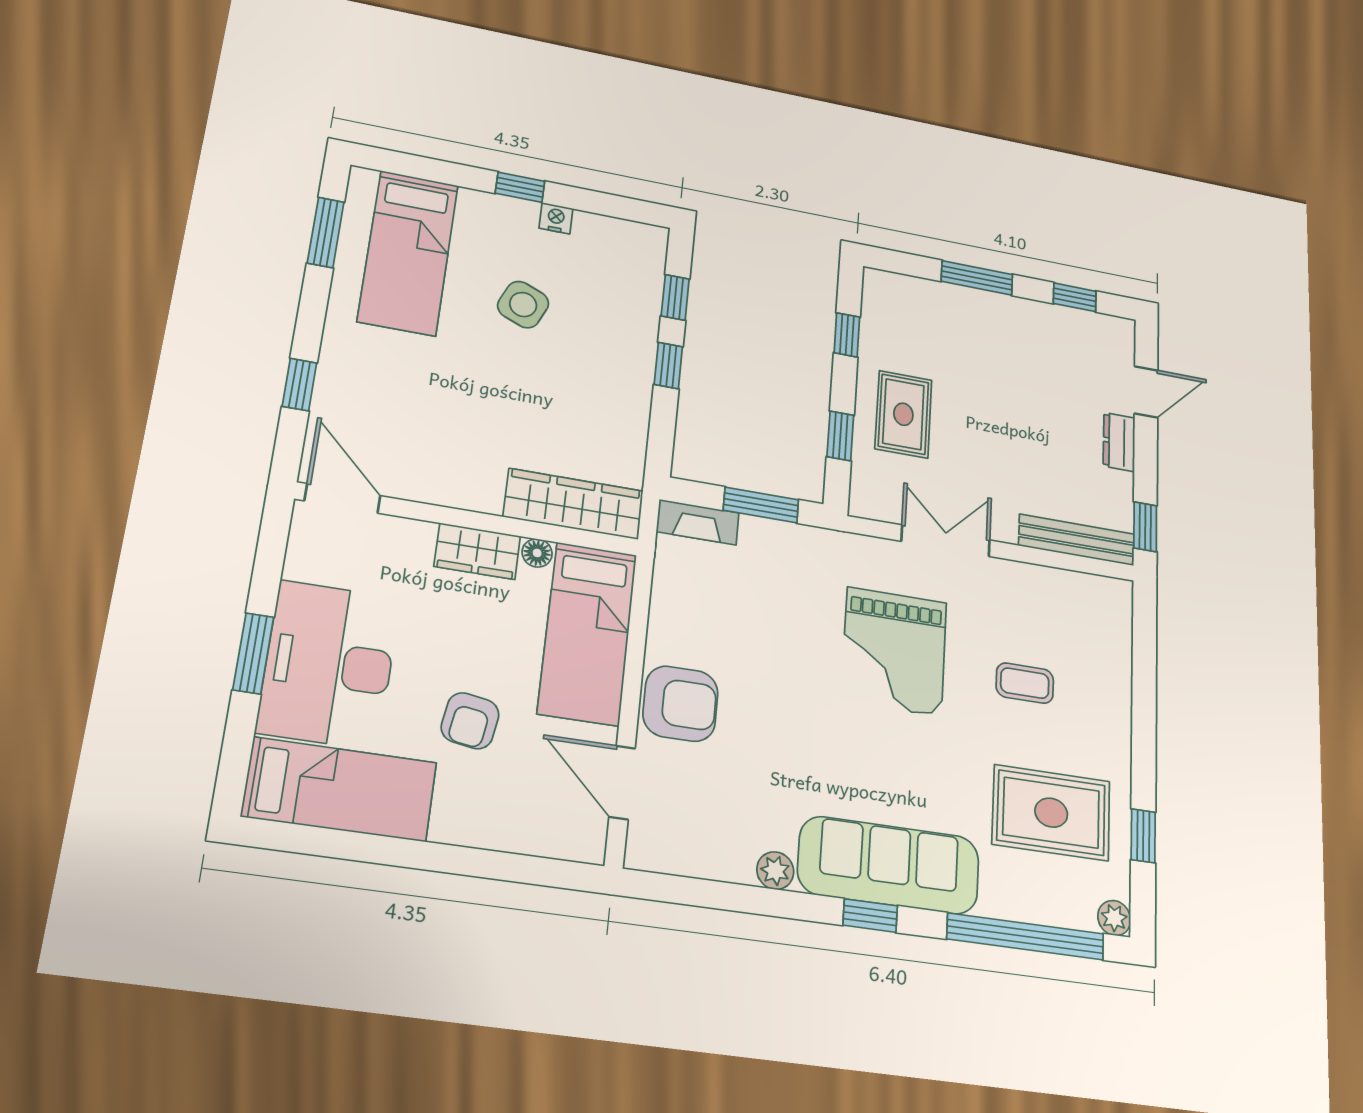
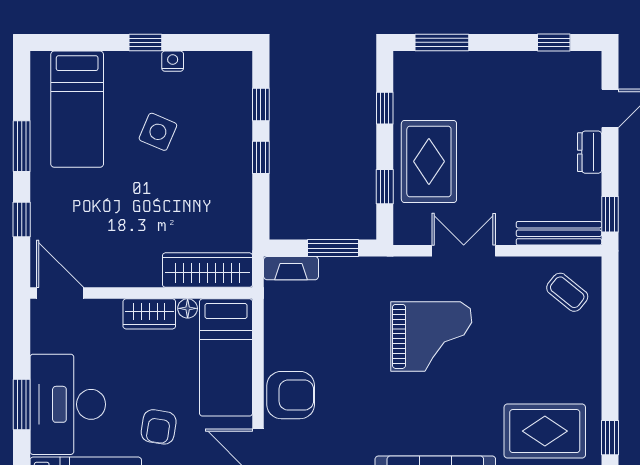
window: (326, 232) -> (22, 146), moved
window: (977, 278) -> (442, 42), moved
rug: (903, 414) -> (429, 161), width x1.36, depth x1.43
grand piano: (894, 651) -> (431, 336), turned -90
coffee table: (1025, 683) -> (567, 292), moved, turned 39

